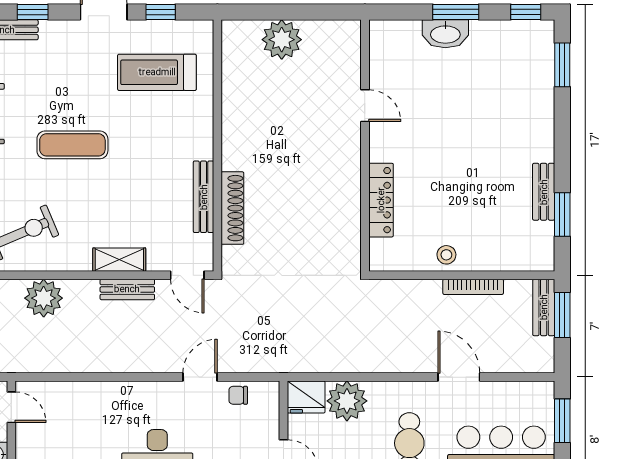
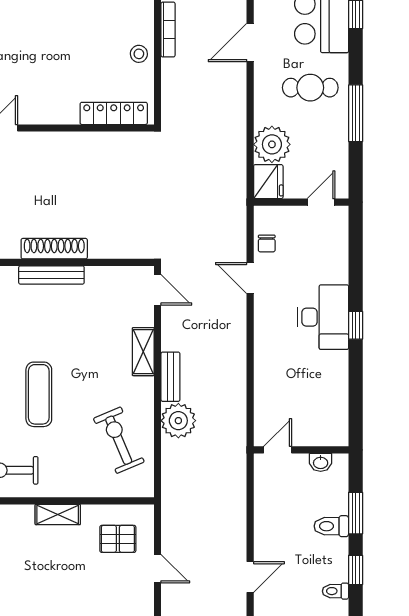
bench: (204, 197) -> (51, 275), moved
locker: (381, 200) -> (114, 113), moved
shoe rack: (232, 208) -> (54, 249), moved
door: (187, 275) -> (158, 290), hinge flipped
bench: (127, 289) -> (170, 377), moved

